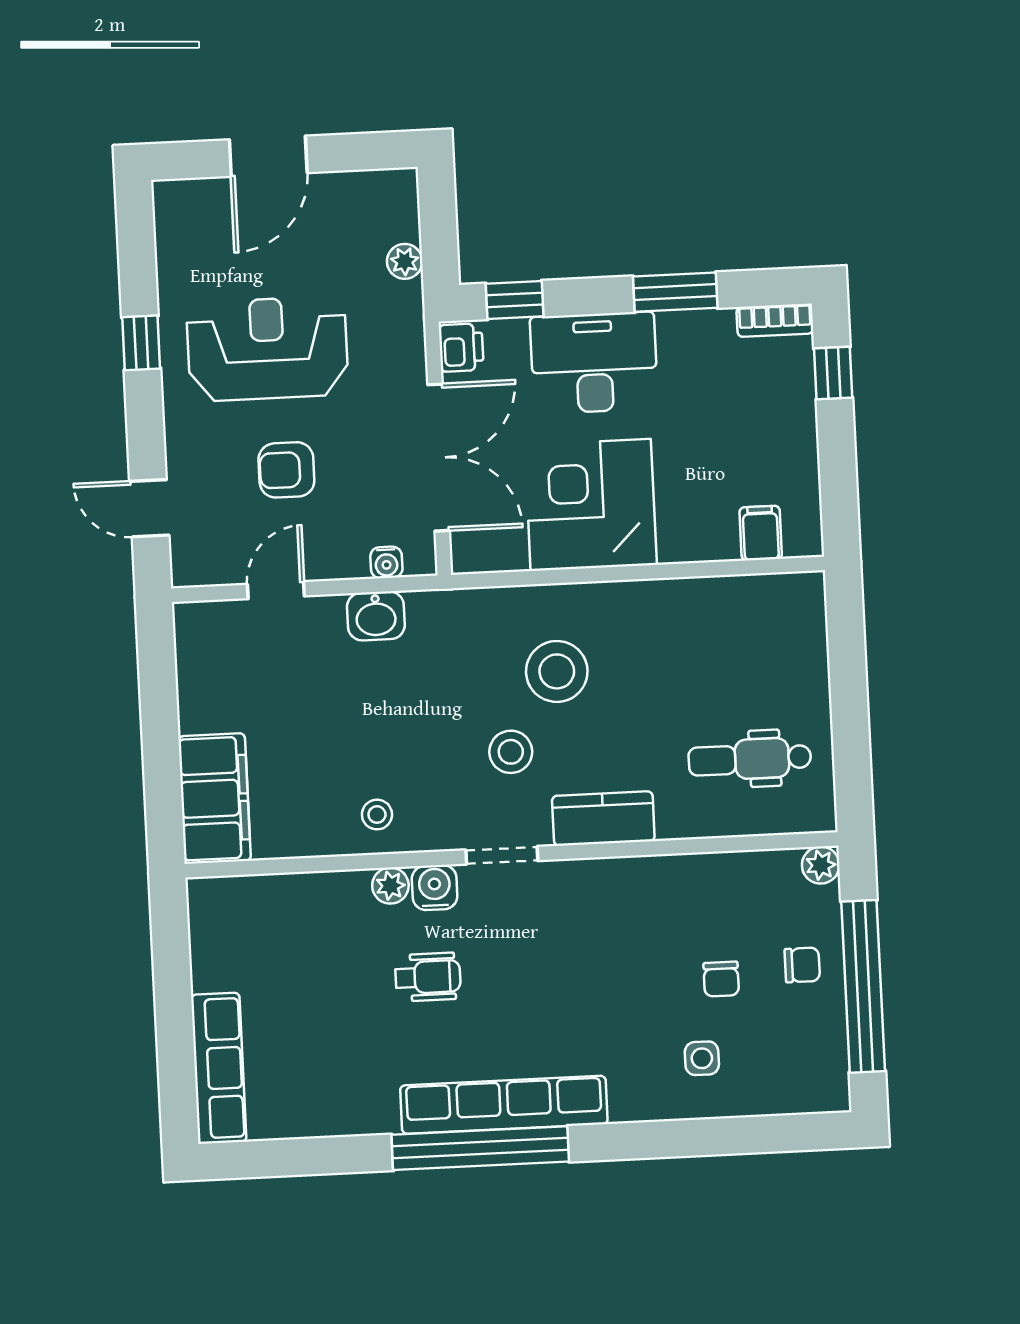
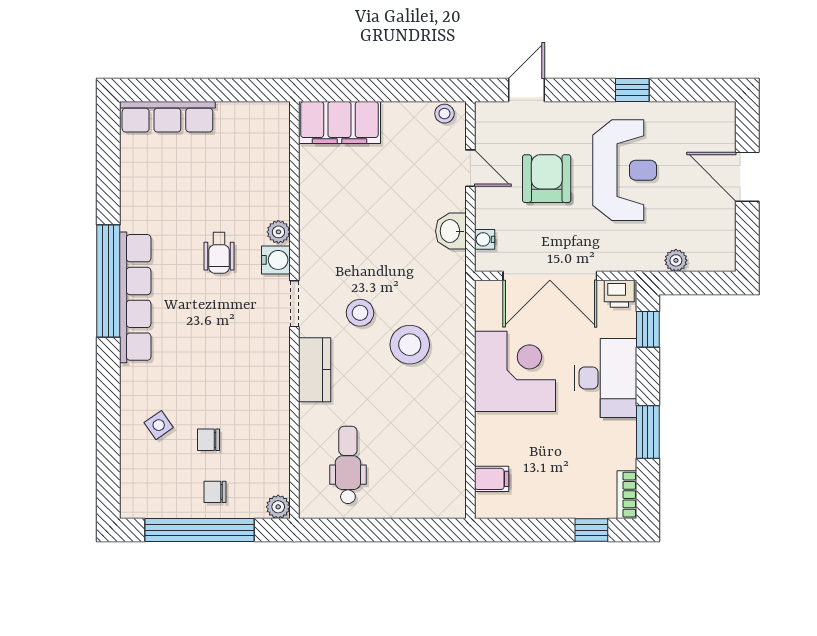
armchair: (286, 470) -> (547, 179), width x1.38, depth x1.38
stool: (377, 815) -> (444, 114), moved
chair: (802, 965) -> (215, 492), turned 90
side table: (702, 1058) -> (159, 425), turned -35

